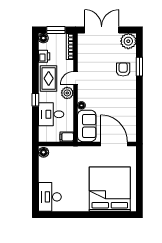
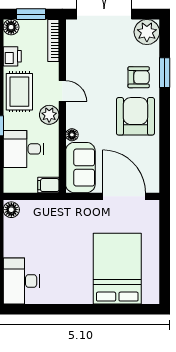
armchair: (123, 69) -> (139, 77), turned 90
door: (75, 78) -> (62, 91), swing flipped
armchair: (121, 94) -> (135, 116), added
bed: (110, 189) -> (117, 269), width x0.73

